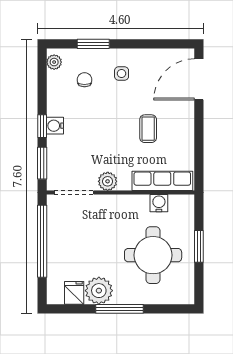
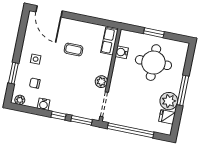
water cooler: (55, 126) -> (44, 104), moved
row of seats: (162, 181) -> (109, 41), width x0.68

